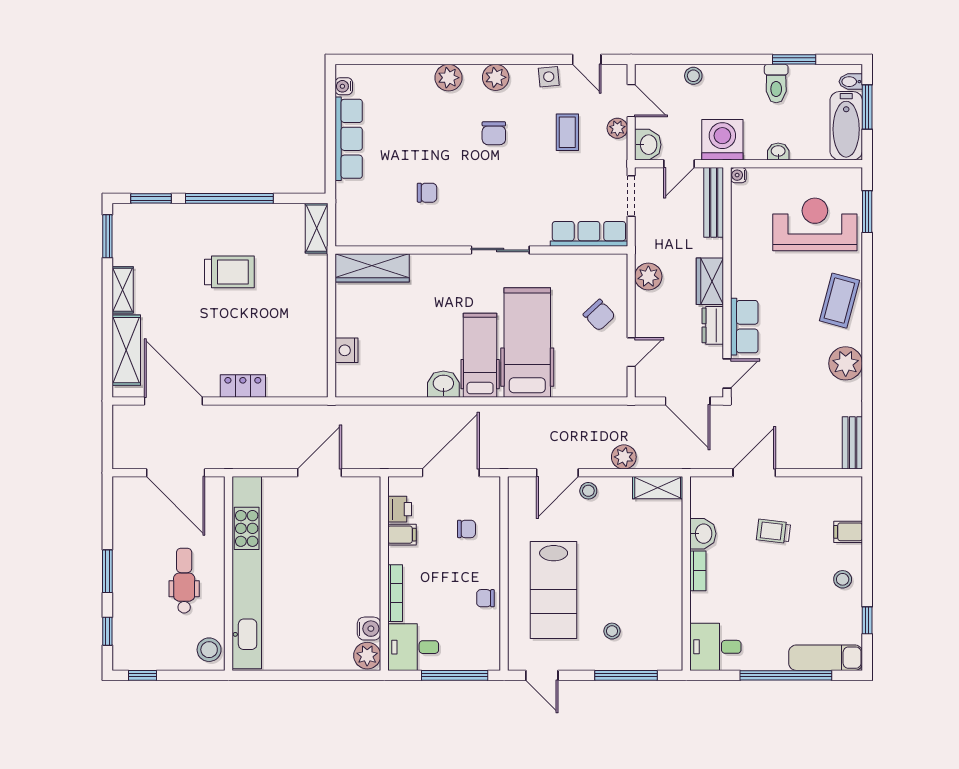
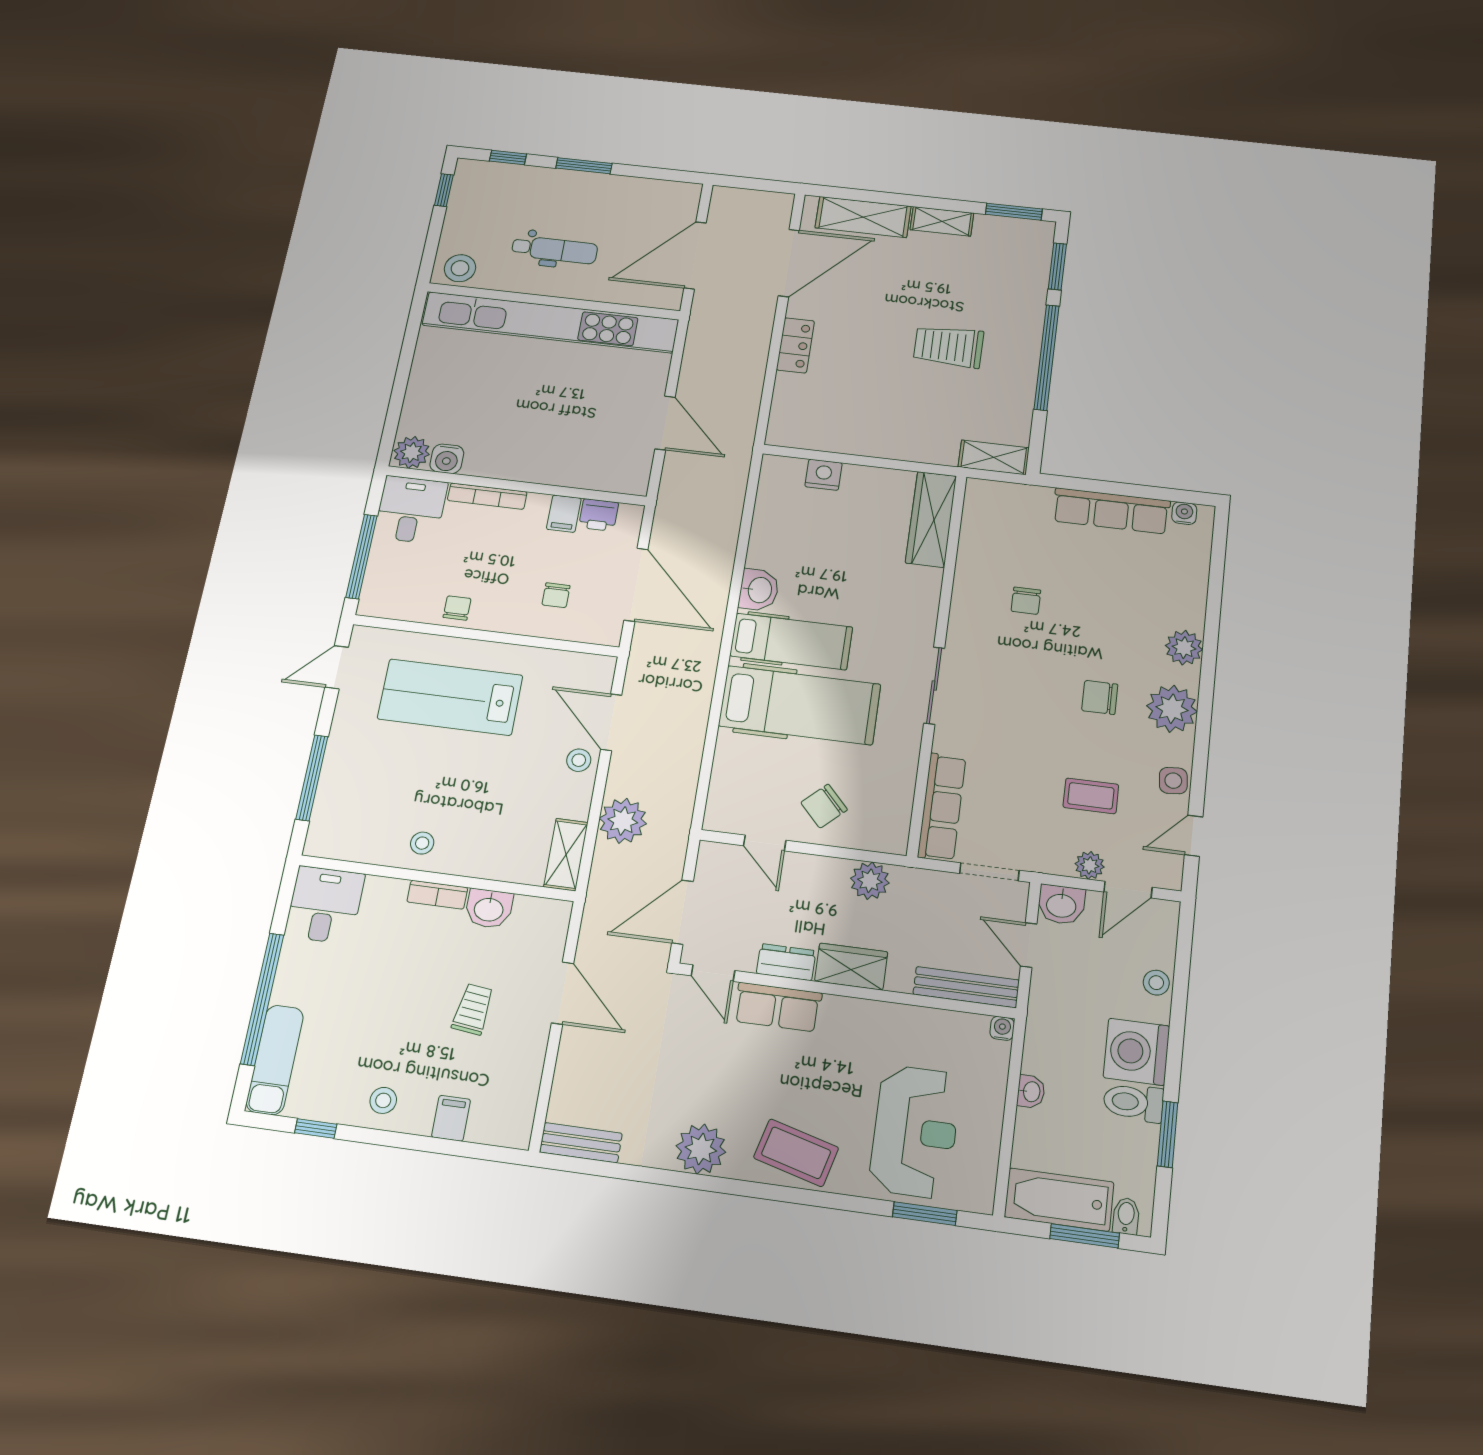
plant: (496, 77) -> (1172, 709), width x1.36, depth x1.36
washing machine: (722, 140) -> (1137, 1052), moved, turned 180
trolley: (229, 272) -> (949, 346), turned 90
plant: (624, 457) -> (623, 821), width x1.36, depth x1.36
stool: (612, 631) -> (422, 843), moved

